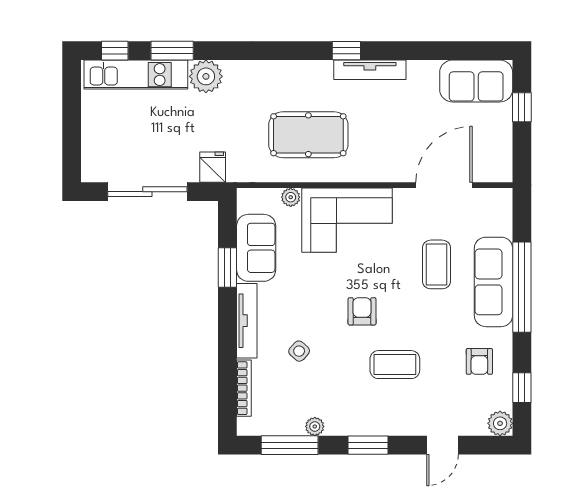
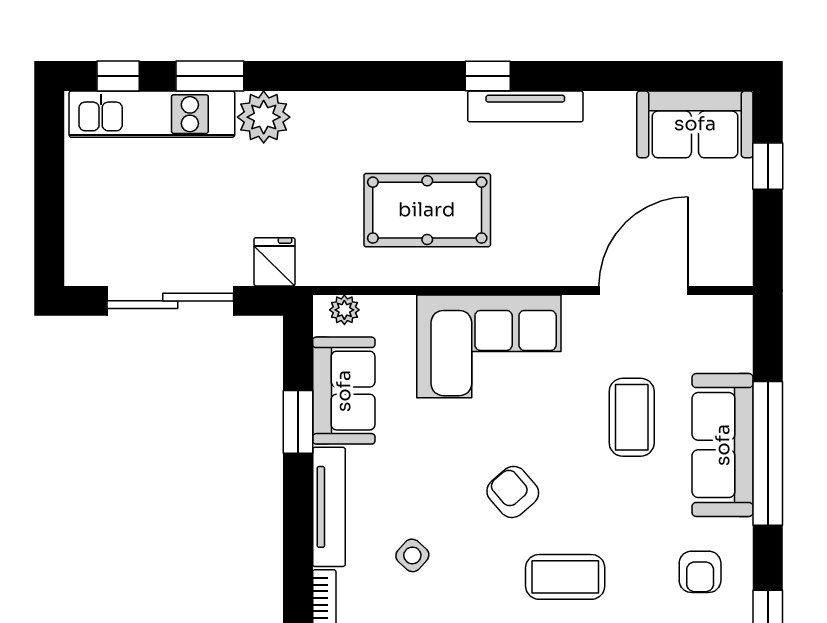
plant: (291, 197) -> (344, 310), moved
armchair: (362, 311) -> (513, 492), turned -41

